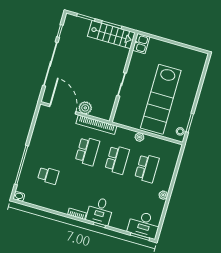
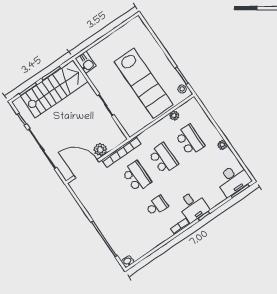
stairs: (111, 35) -> (54, 89), width x1.36, depth x1.51
plant: (139, 137) -> (174, 116), moved
school desk: (48, 175) -> (157, 206), moved

